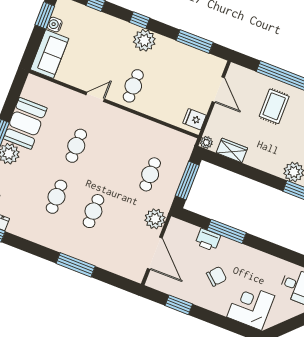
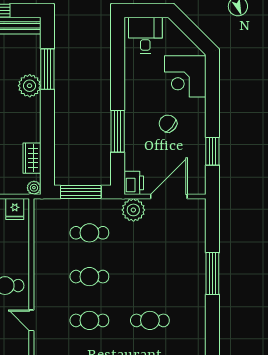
cafe table: (93, 211) -> (89, 277), moved
printer: (208, 240) -> (134, 183), moved

